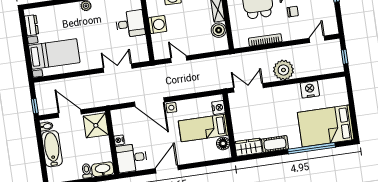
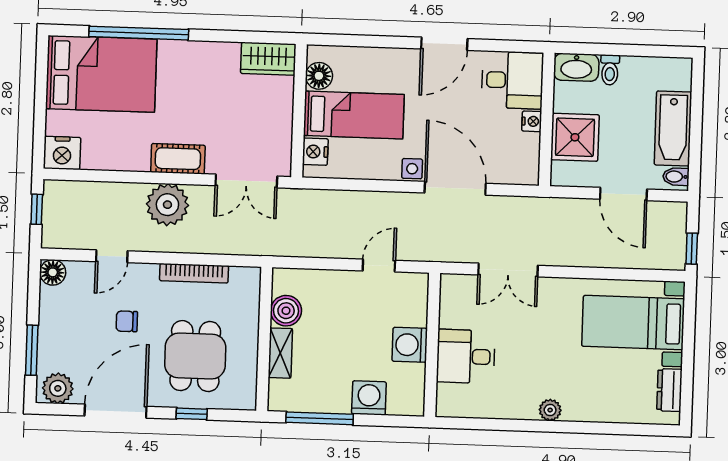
floor lamp: (332, 28) -> (53, 272), added
door: (317, 39) -> (112, 256), moved
door: (179, 59) -> (379, 266), swing flipped
nightstand: (310, 89) -> (62, 153), moved
window: (35, 106) -> (692, 249), moved
shower: (96, 125) -> (575, 137), moved
cot: (275, 144) -> (178, 159), moved

